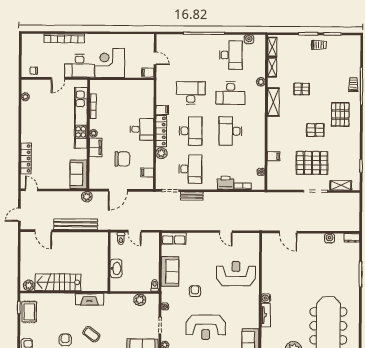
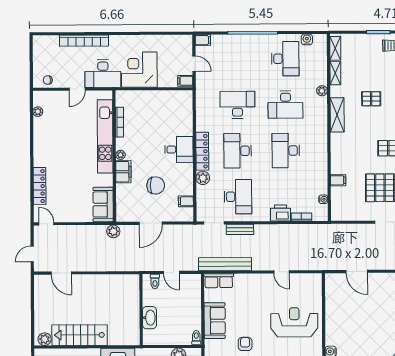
filing cabinet: (162, 110) -> (203, 40), moved
desk: (191, 131) -> (238, 151), turned 180
bench: (75, 224) -> (225, 264), moved

